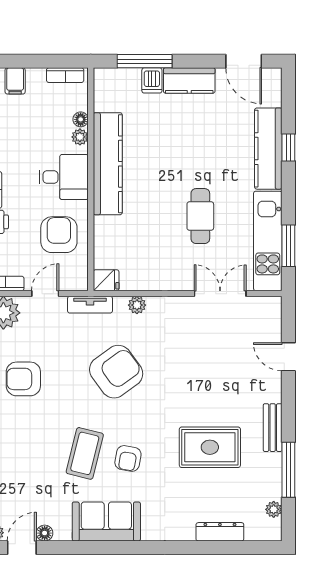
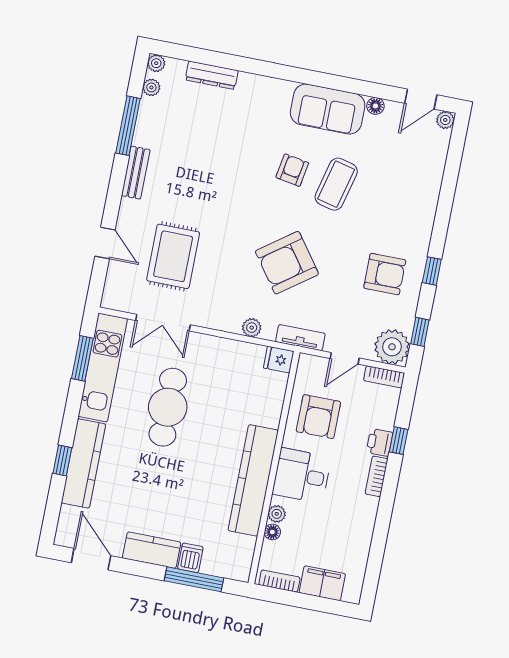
filing cabinet: (15, 81) -> (322, 583), width x2.00
cafe table: (200, 216) -> (168, 407), width x1.37, depth x1.35
rug: (210, 447) -> (173, 256), moved, turned 90
floor lamp: (45, 533) -> (375, 106), moved
plant: (273, 533) -> (156, 63), added

